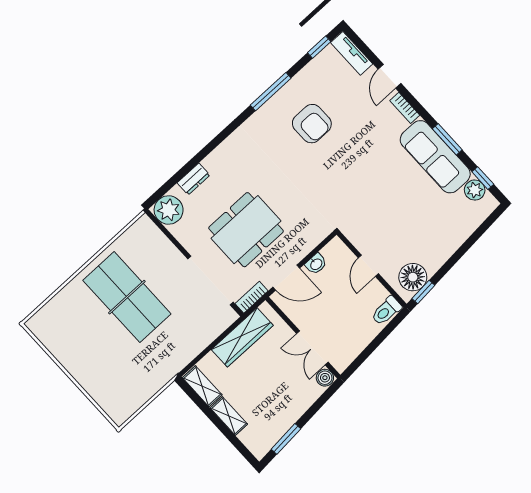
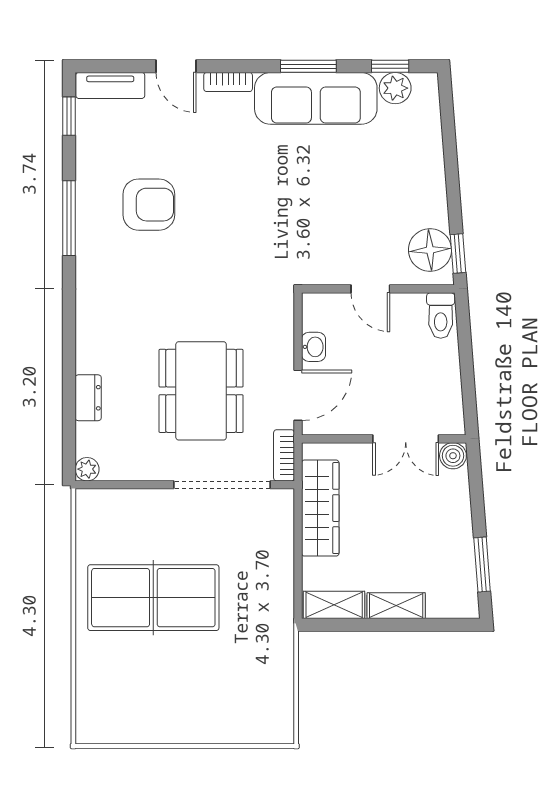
plant: (169, 210) -> (87, 469), width x0.53, depth x0.53

